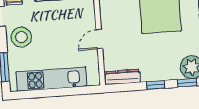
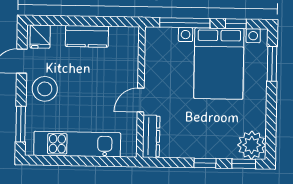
dresser: (123, 77) -> (151, 136), moved, turned 90

